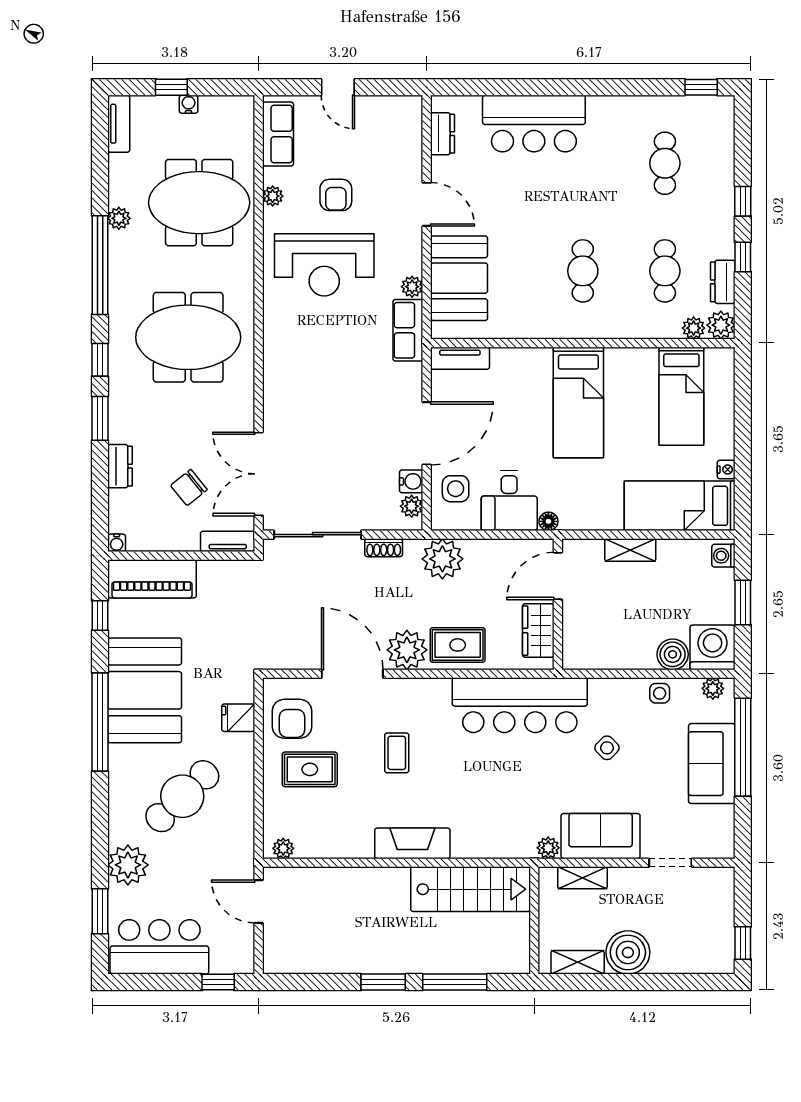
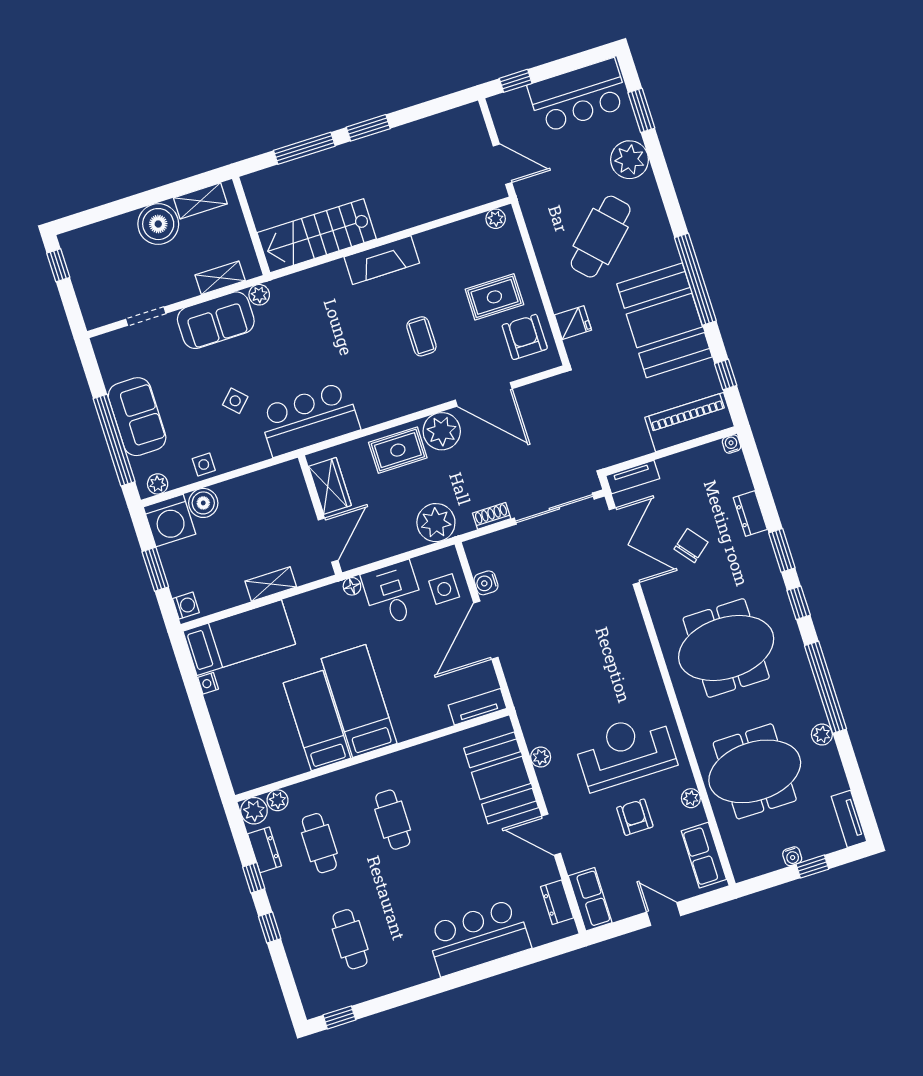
row of seats: (408, 330) -> (590, 899), moved
bed: (681, 396) -> (317, 721), moved
chair: (189, 488) -> (691, 546), moved
plant: (412, 506) -> (479, 561), removed
bar counter: (520, 705) -> (309, 419), width x0.73

